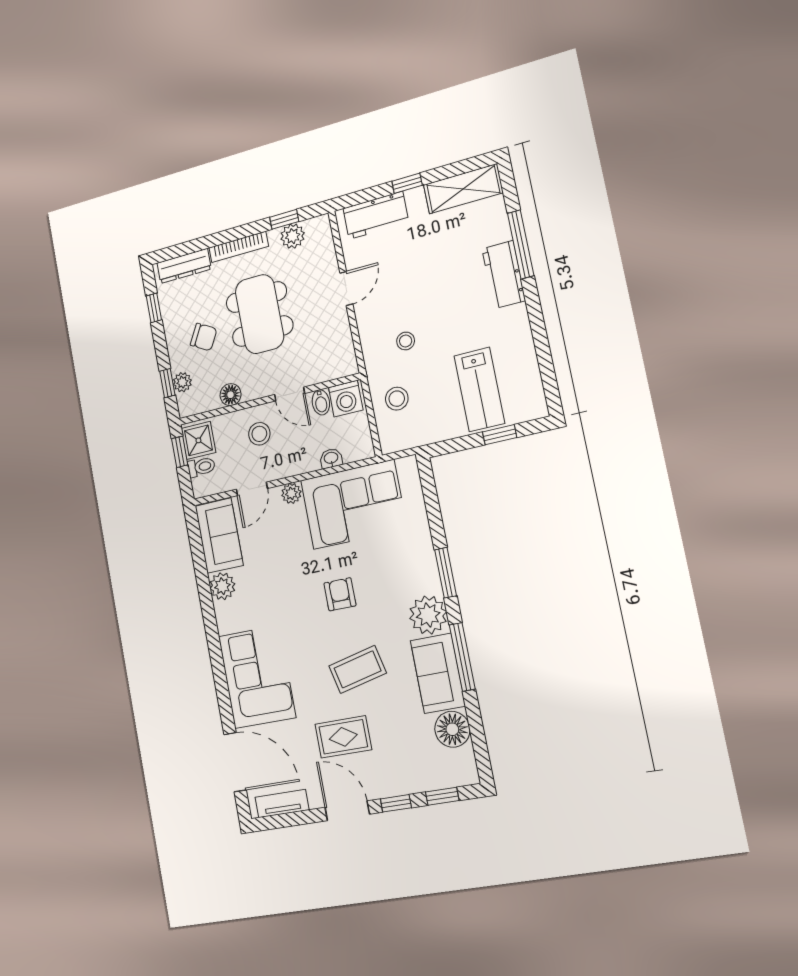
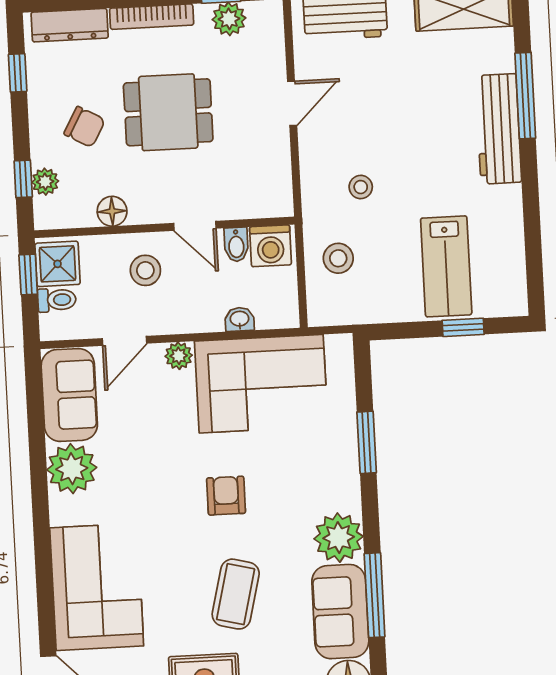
workbench: (504, 275) -> (498, 129), width x1.37
dining table: (259, 314) -> (168, 112), width x0.73
window: (446, 573) -> (367, 442), moved
plant: (222, 586) -> (72, 469), width x1.36, depth x1.36
coffee table: (357, 669) -> (236, 594), turned -63

